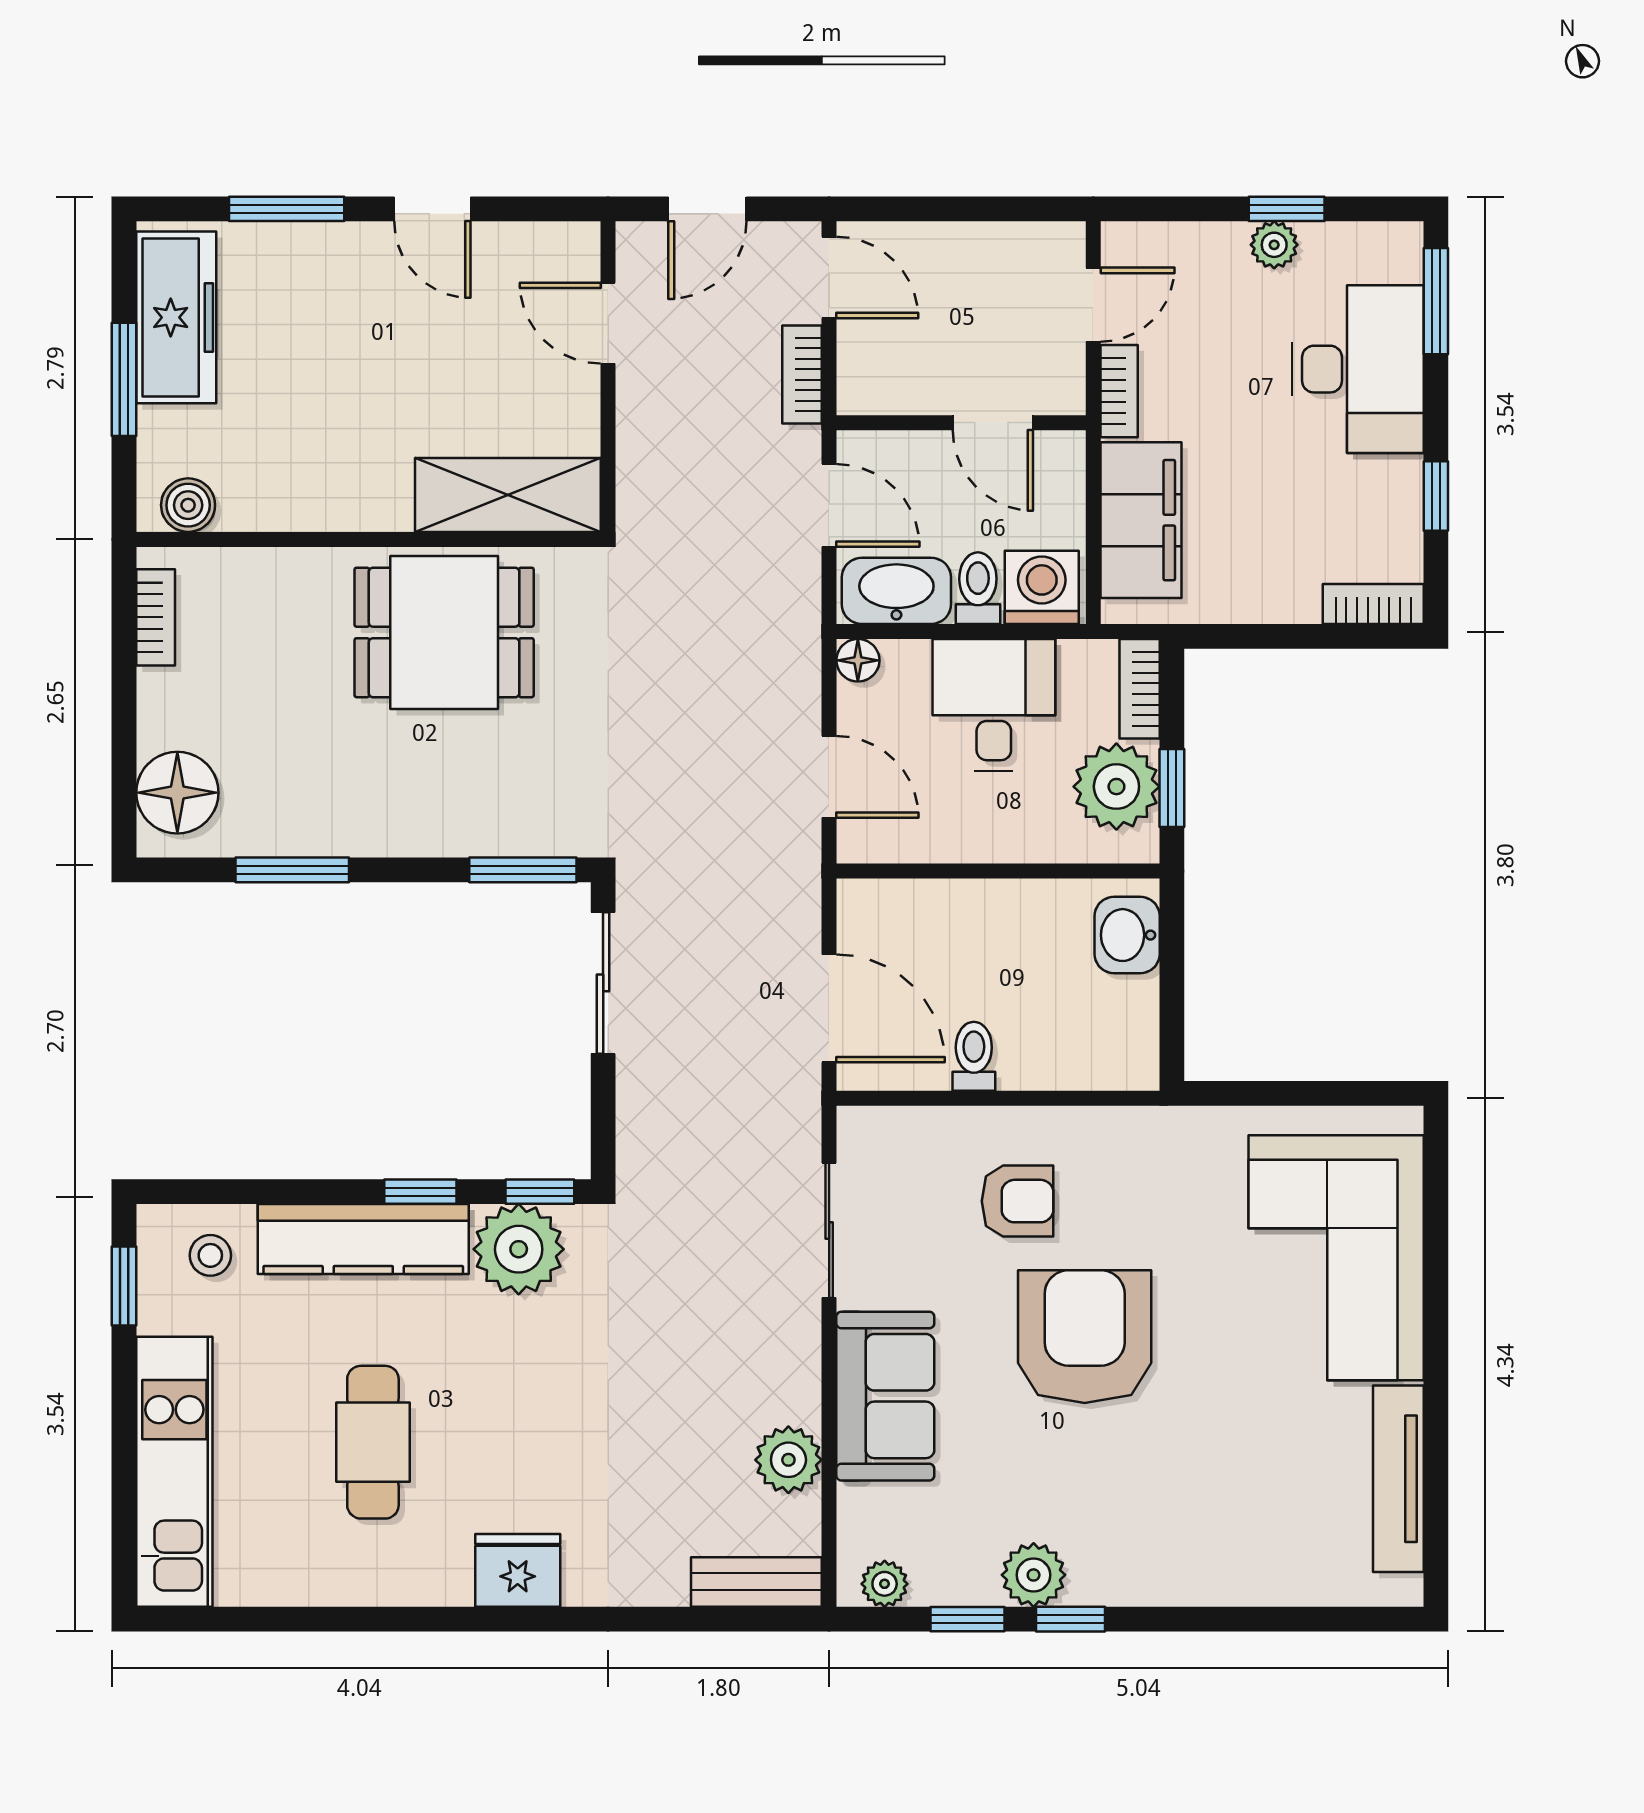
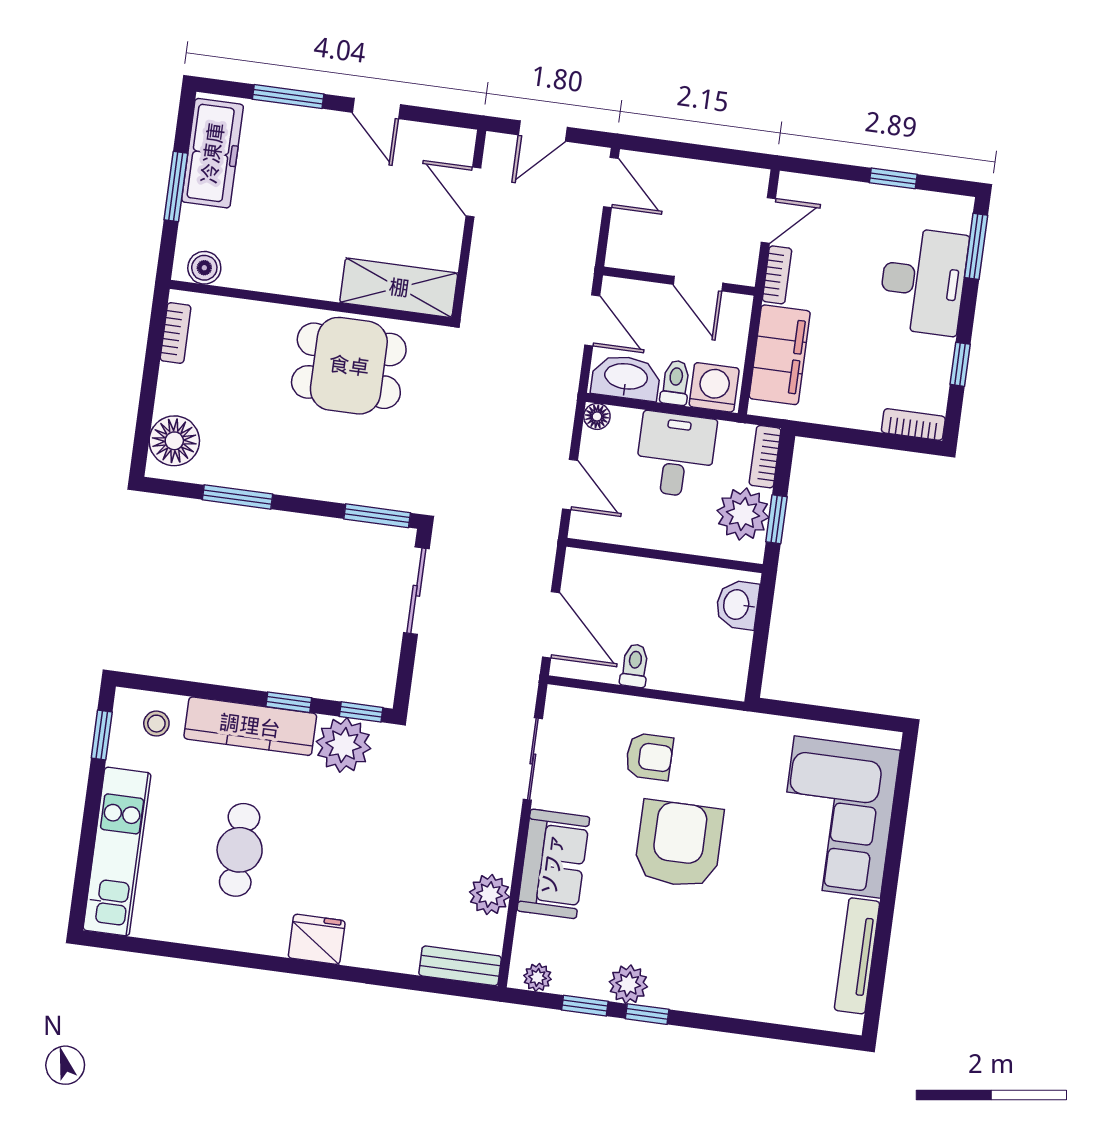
plant: (1274, 245) -> (883, 199), removed
bookcase: (802, 375) -> (587, 239), removed

